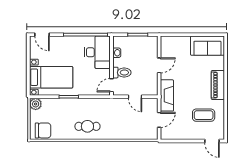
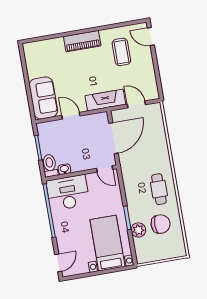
sofa: (207, 46) -> (43, 98), moved
toilet: (122, 73) -> (50, 165), moved
door: (135, 97) -> (113, 138), width x1.87
plant: (36, 104) -> (138, 230), moved
chair: (43, 130) -> (161, 224), moved, turned 90
door: (212, 141) -> (151, 36), swing flipped

